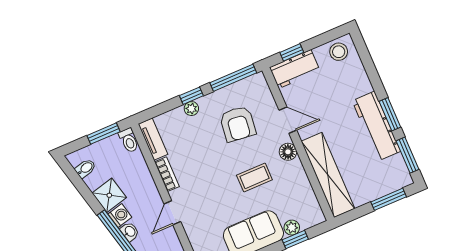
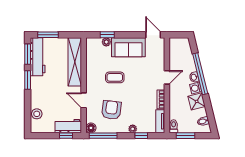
stool: (339, 52) -> (37, 114), moved
window: (191, 96) -> (141, 136), moved
workbench: (376, 126) -> (38, 57), moved
floor lamp: (288, 152) -> (91, 128), moved

